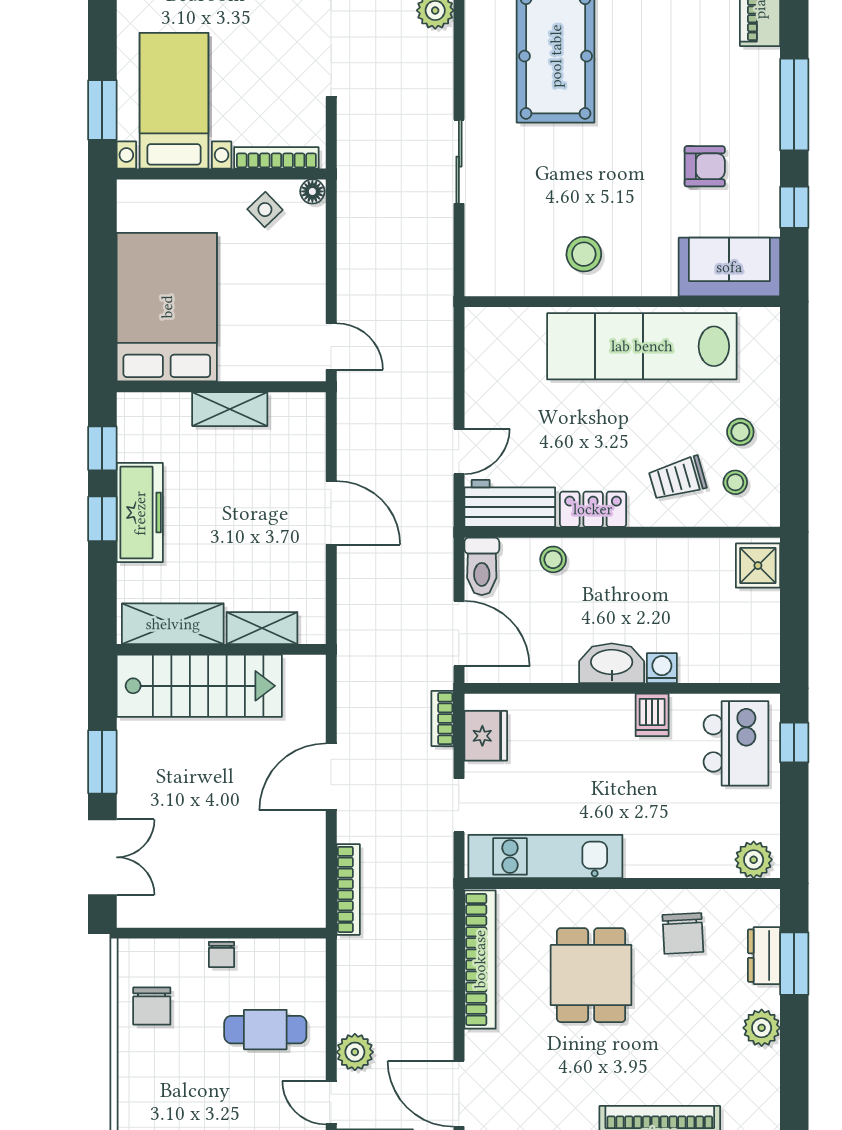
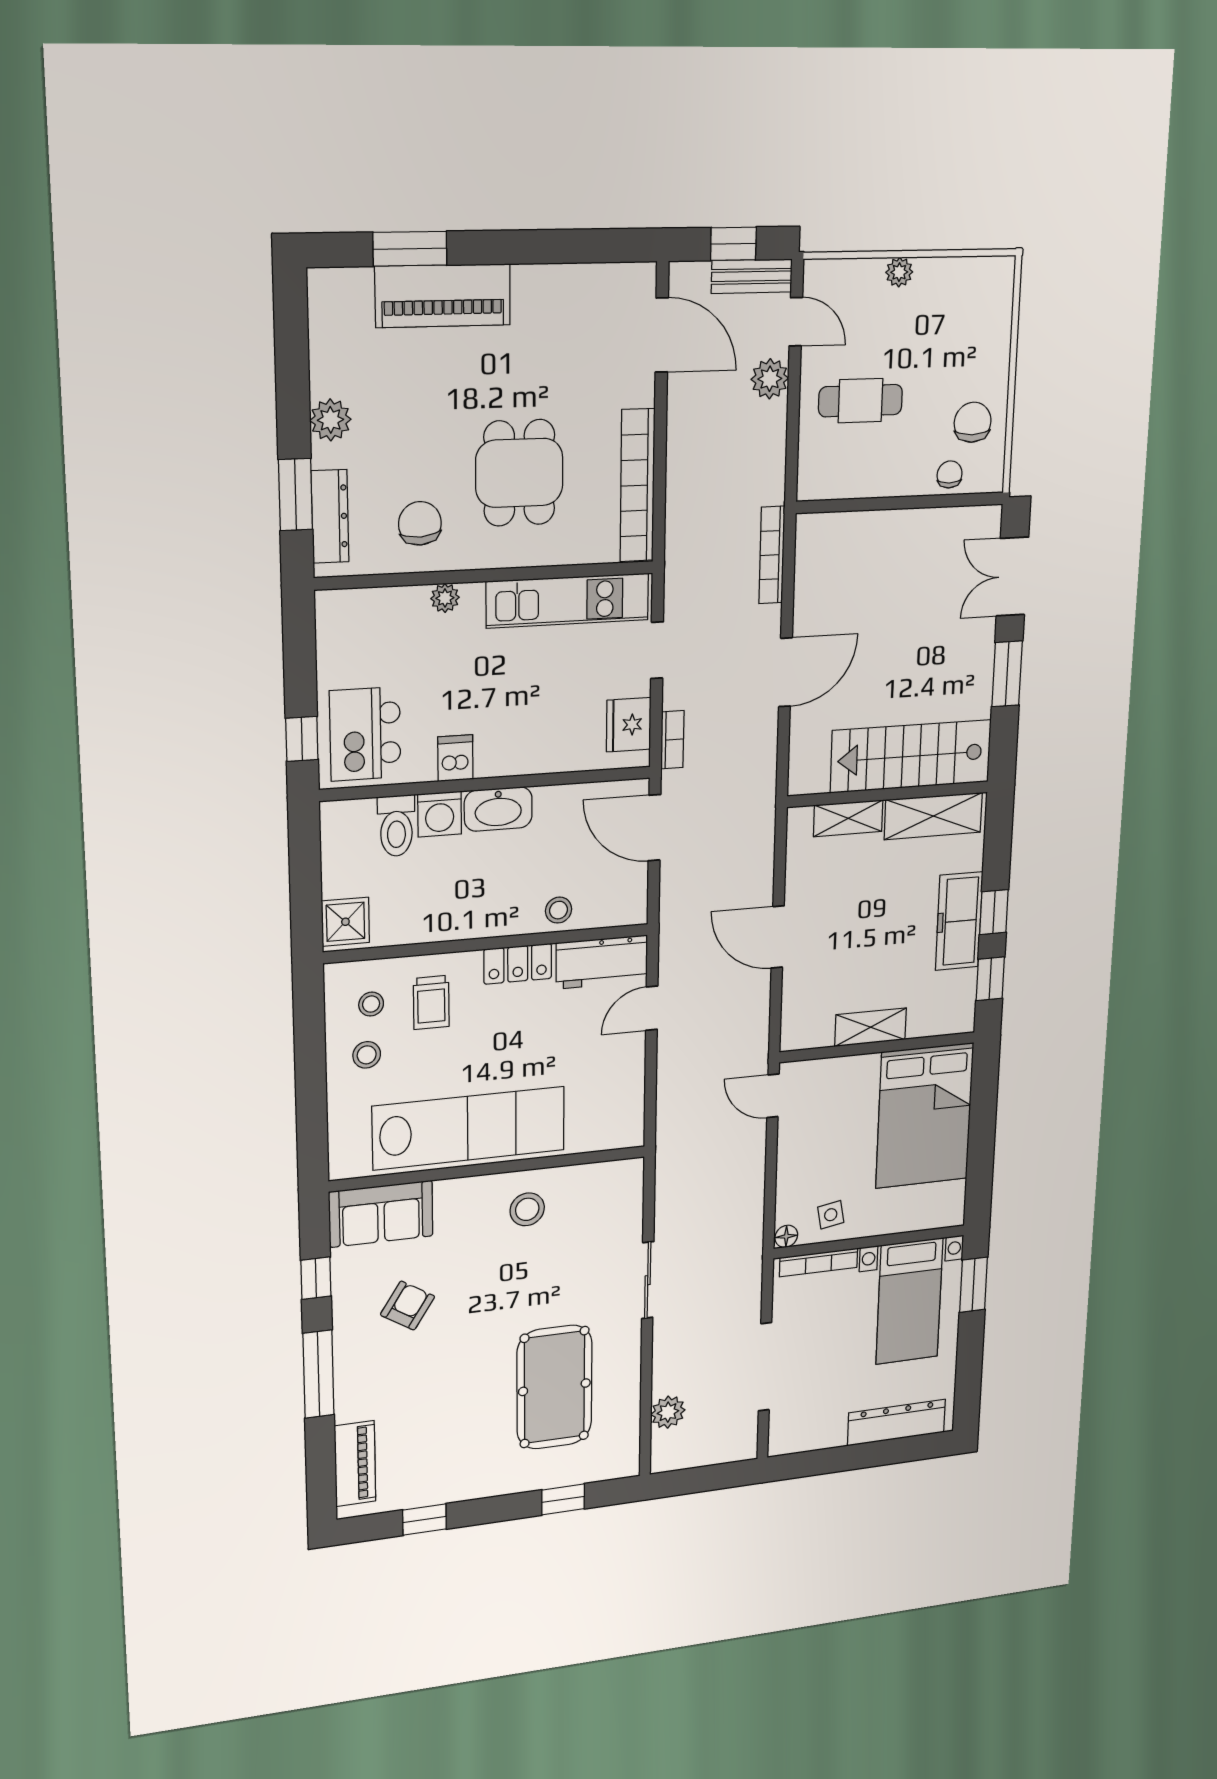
armchair: (705, 166) -> (407, 1306), turned 122
side table: (265, 210) -> (831, 1215), turned 34
trolley: (677, 478) -> (431, 1002), turned 106
toilet: (482, 566) -> (396, 826), moved, turned 180
washing machine: (662, 668) -> (440, 814), width x1.38, depth x1.38
plant: (754, 860) -> (445, 598), moved, width x0.73, depth x0.73
chair: (222, 954) -> (950, 474), moved
dresser: (764, 956) -> (330, 516), width x1.44

